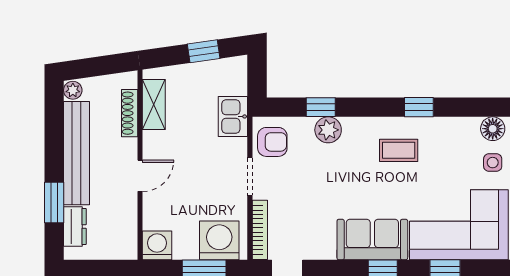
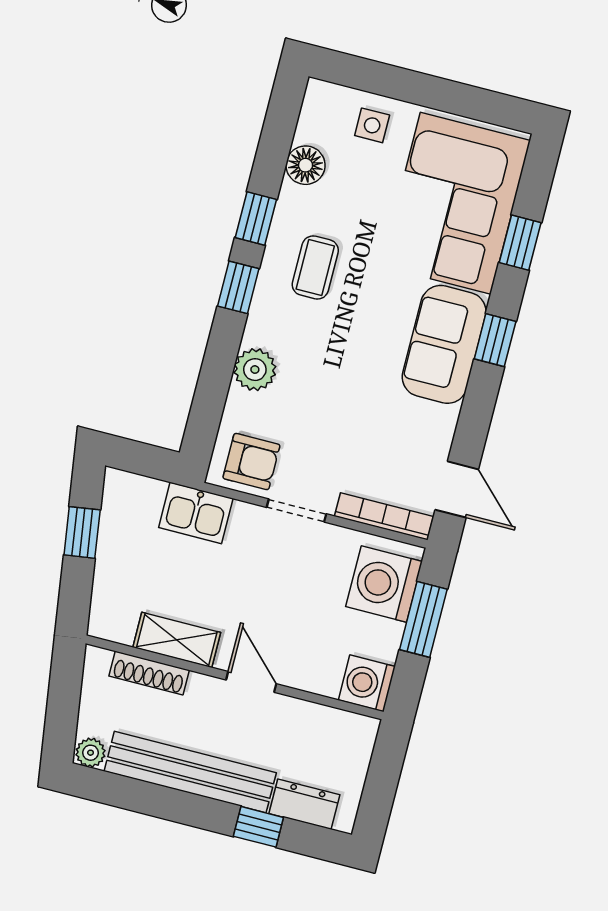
shelving: (154, 104) -> (177, 640), moved
window: (321, 107) -> (238, 287), moved
floor lamp: (493, 129) -> (306, 165), moved
armchair: (272, 142) -> (251, 462), turned 90
window: (54, 202) -> (258, 827), width x0.67

